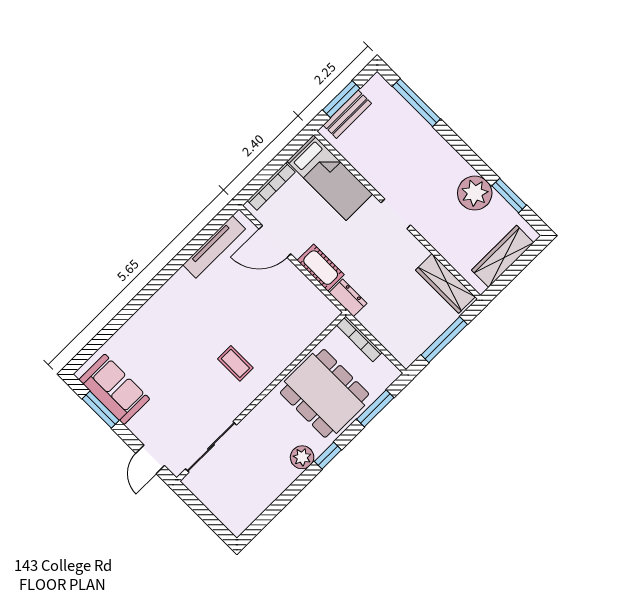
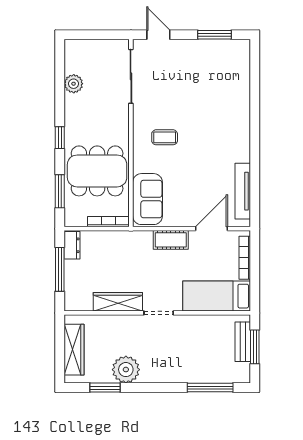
wardrobe: (445, 283) -> (118, 302), moved
dresser: (348, 298) -> (72, 245), moved, turned -90
sofa: (114, 389) -> (148, 199), moved, turned -90
plant: (302, 457) -> (74, 84), moved

